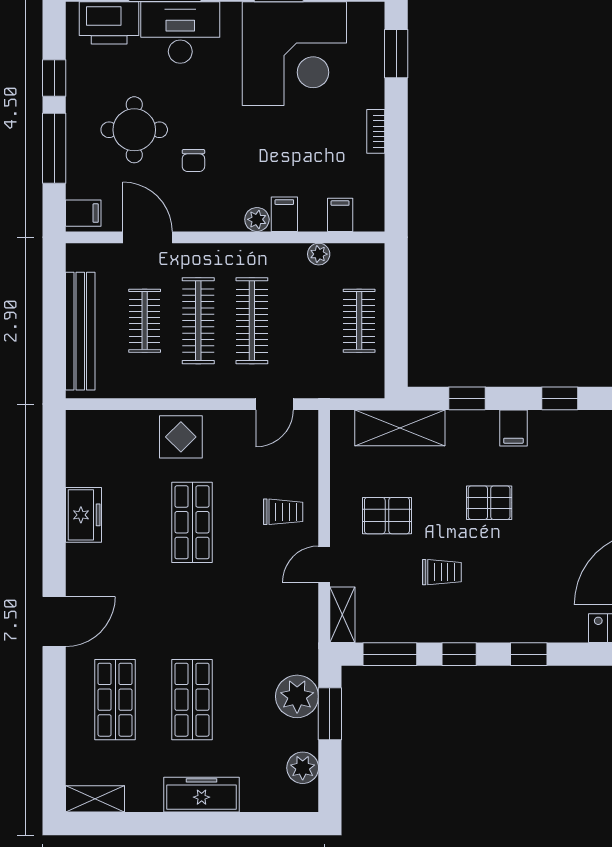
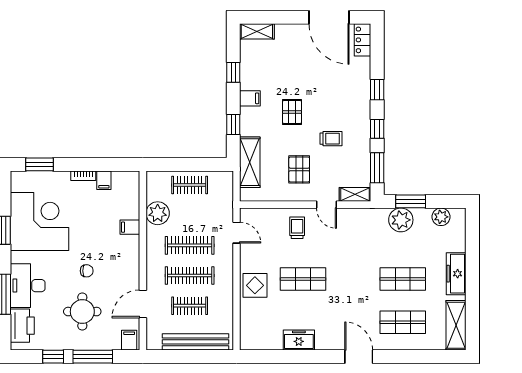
chair: (193, 161) -> (87, 271), moved
filing cabinet: (340, 215) -> (104, 180), moved, turned -90
plant: (257, 219) -> (133, 243), removed
plant: (319, 254) -> (158, 213), width x1.88, depth x1.88
trolley: (442, 572) -> (331, 139), turned 90
shelving: (95, 799) -> (456, 325), width x1.50, depth x1.33

